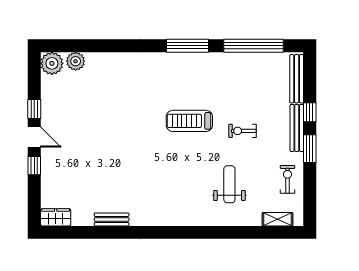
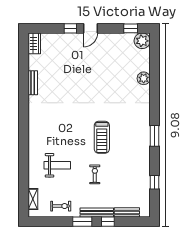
window: (187, 46) -> (155, 136), width x0.69
window: (254, 46) -> (155, 182), width x0.32
plant: (76, 61) -> (144, 78), moved
bench: (297, 79) -> (127, 212), width x0.73
window: (34, 109) -> (131, 28), moved
treadmill: (189, 121) -> (102, 137), turned 180

